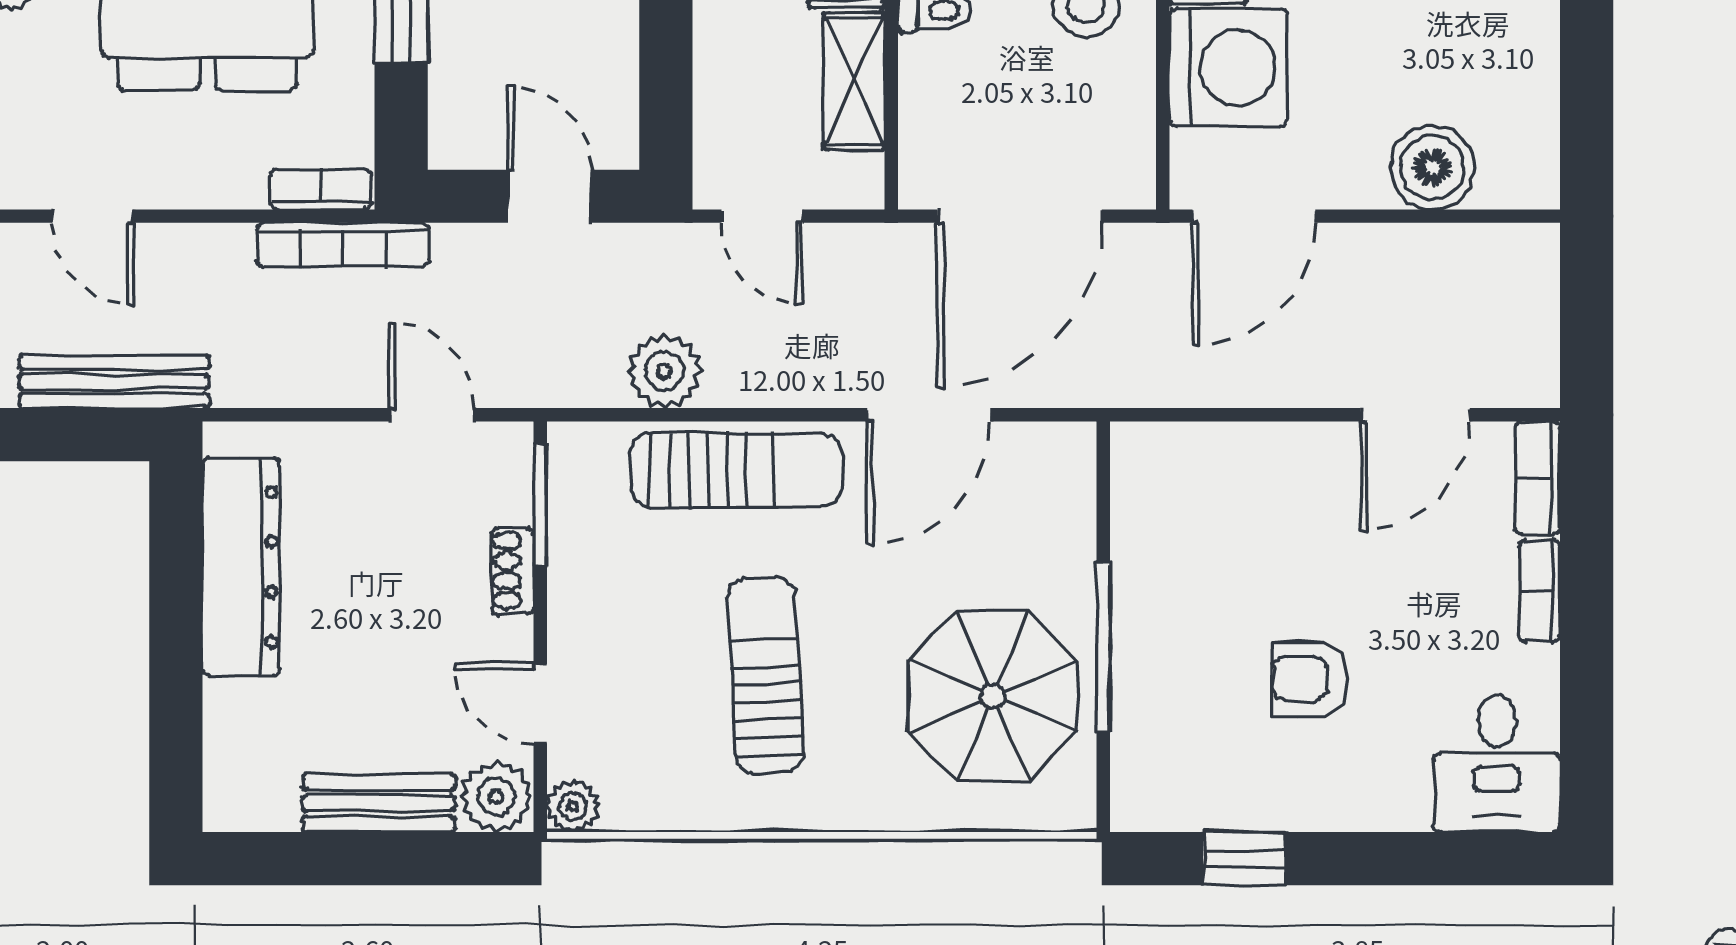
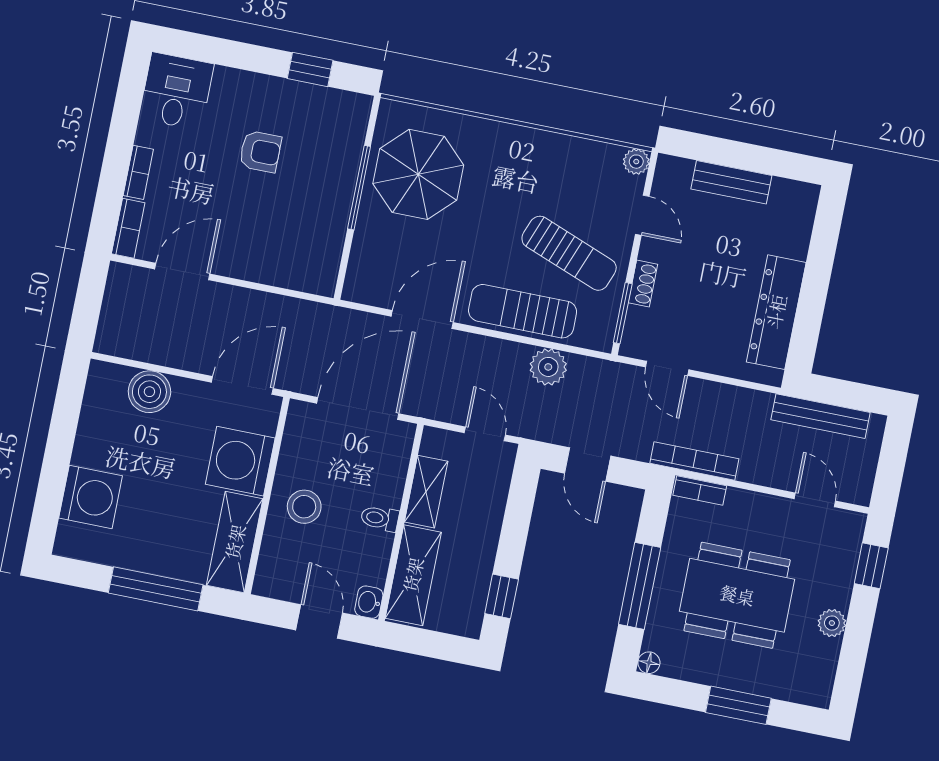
sun lounger: (766, 675) -> (569, 253), moved, turned -66
plant: (496, 797) -> (673, 174), removed

